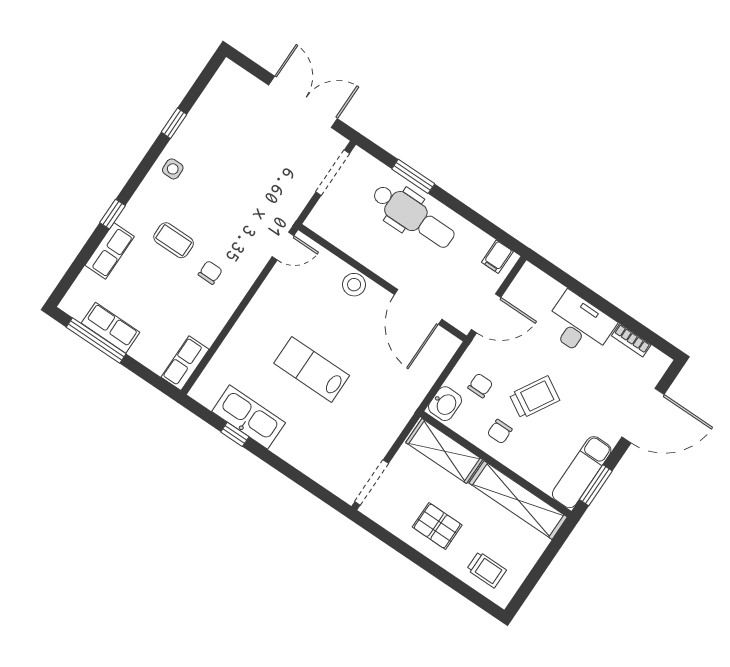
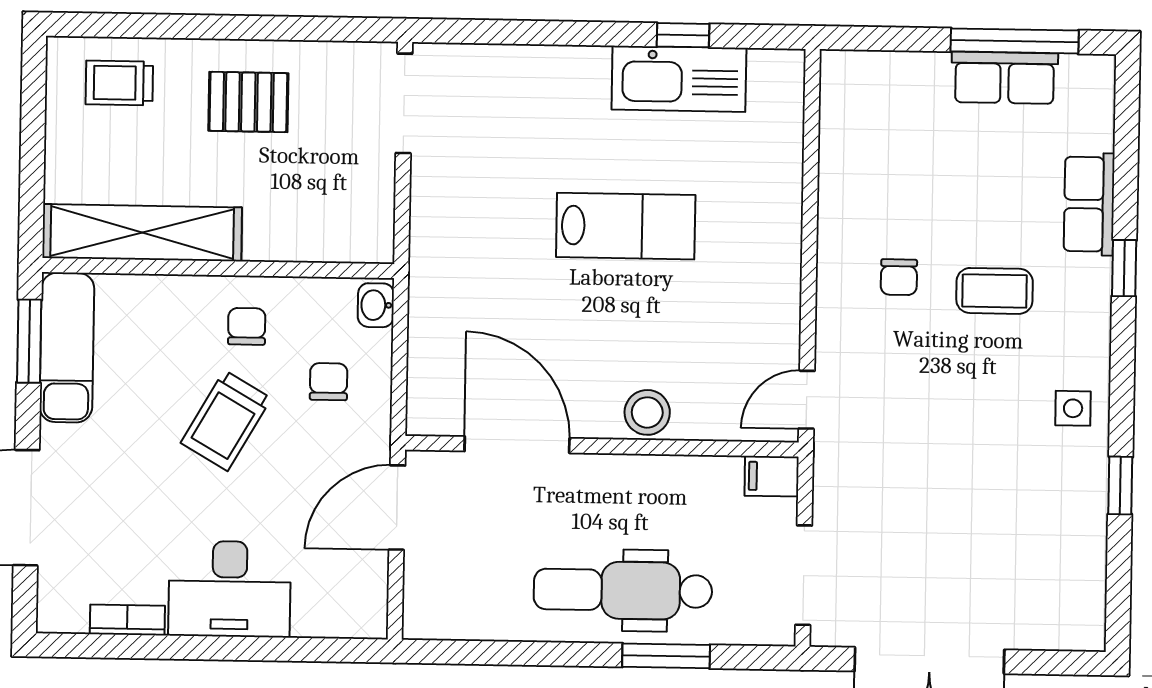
filing cabinet: (497, 257) -> (772, 476), moved, turned -90
row of seats: (185, 363) -> (843, 99), removed
chair: (480, 386) -> (329, 382), turned 180
washbasin: (445, 404) -> (376, 305), width x0.72, depth x0.69
shelving: (444, 451) -> (318, 234), removed

